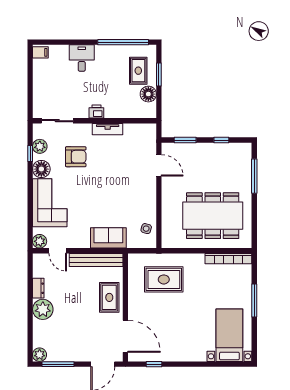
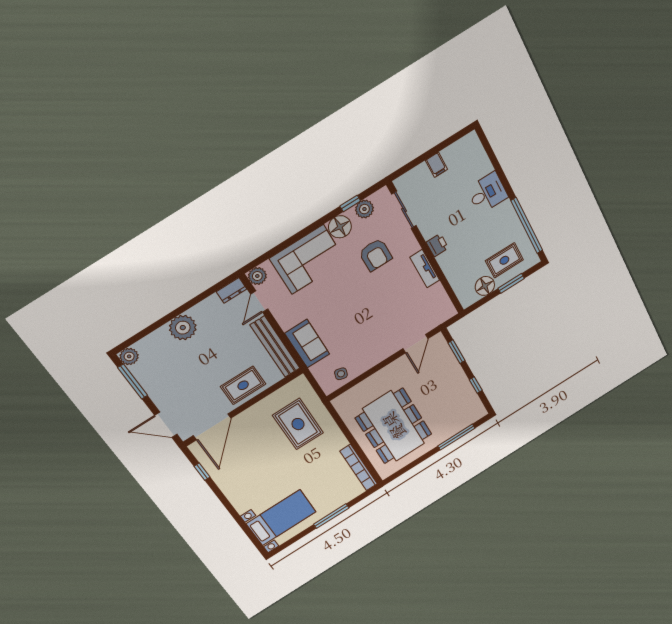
filing cabinet: (40, 52) -> (436, 165), moved
dresser: (38, 288) -> (231, 290), moved

